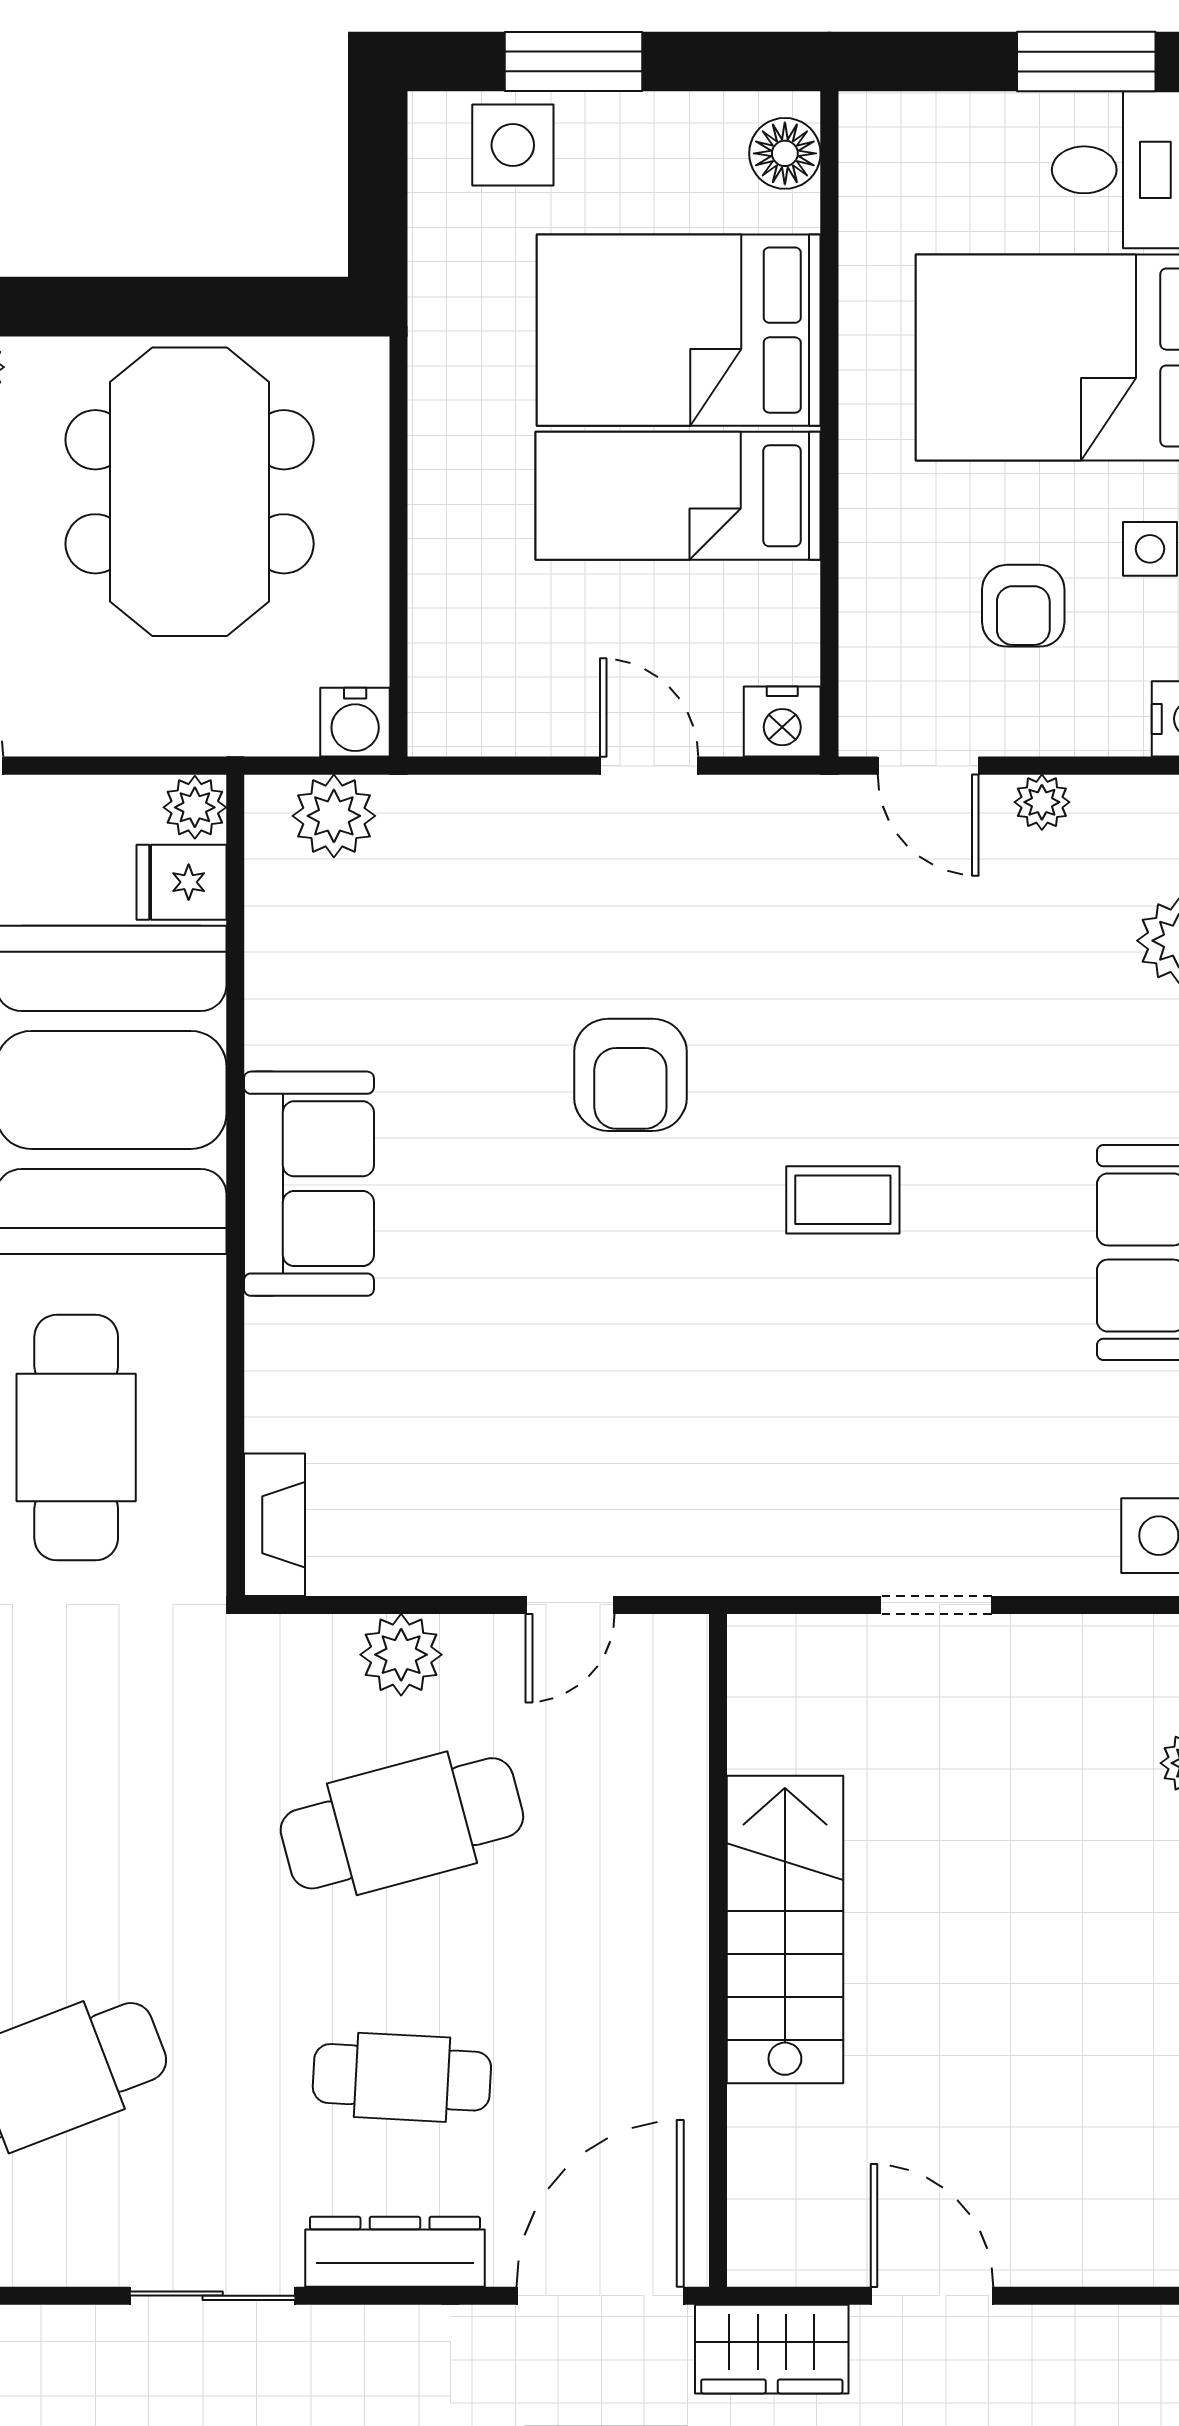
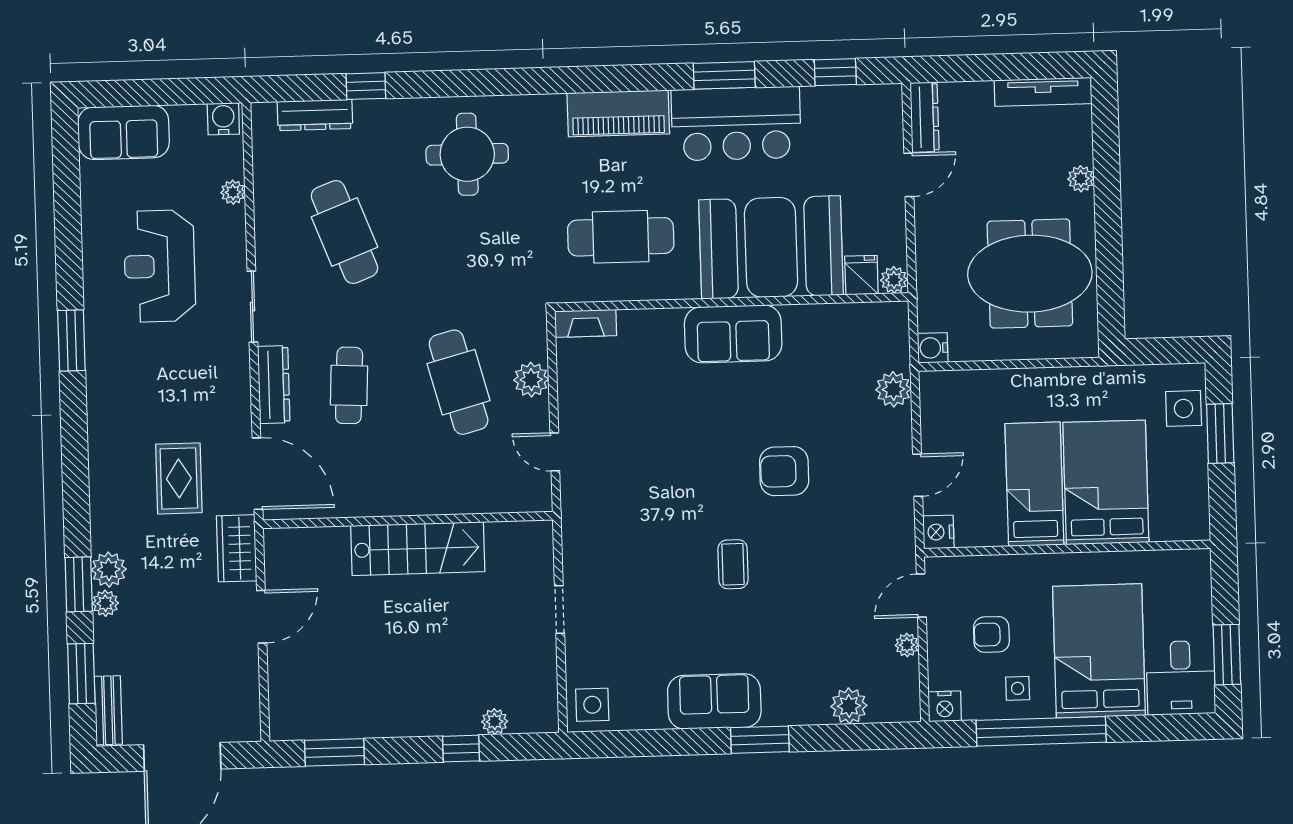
floor lamp: (785, 153) -> (1183, 526), removed
plant: (334, 816) -> (893, 389), moved

